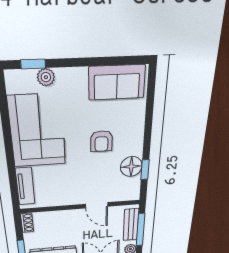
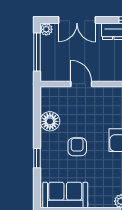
window: (145, 170) -> (37, 158), moved
bench: (131, 225) -> (47, 59), removed

